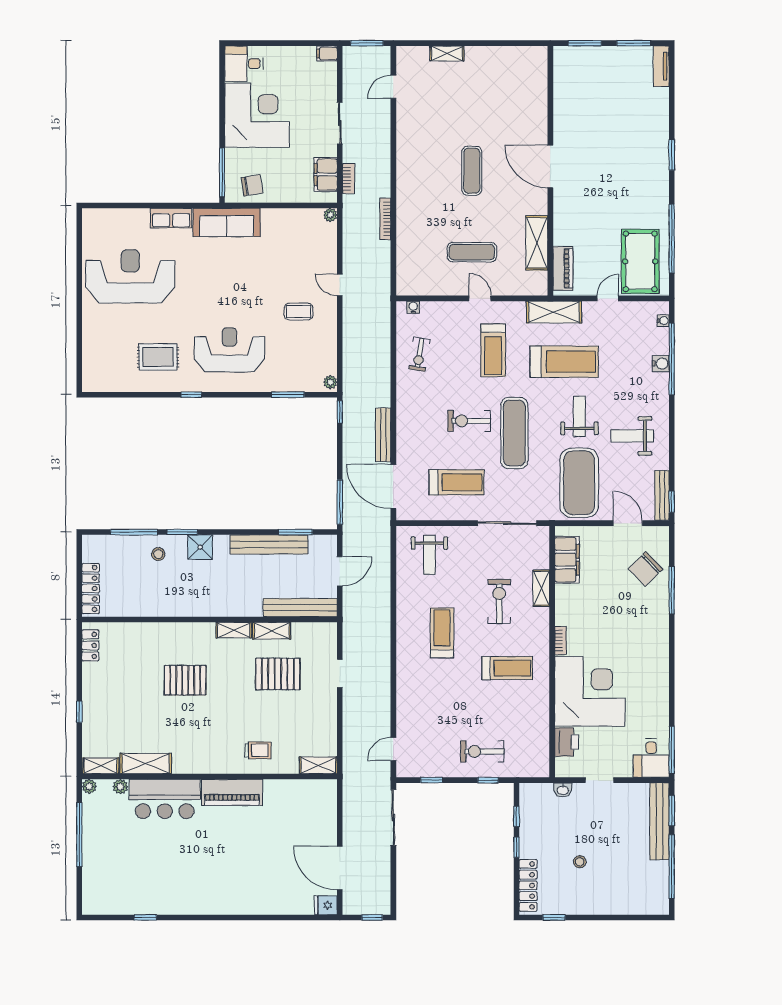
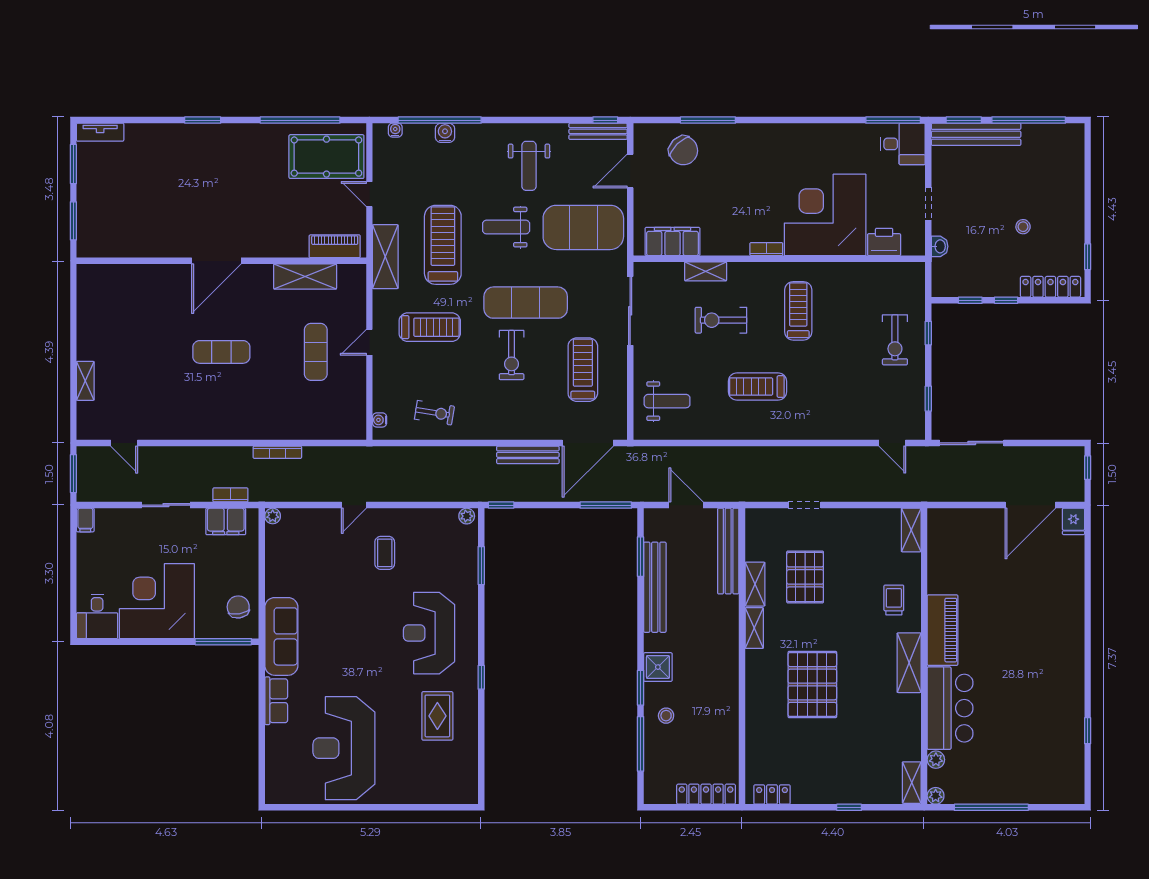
pallet: (185, 680) -> (812, 684), width x1.37, depth x1.41
shelving: (146, 764) -> (909, 663), moved

